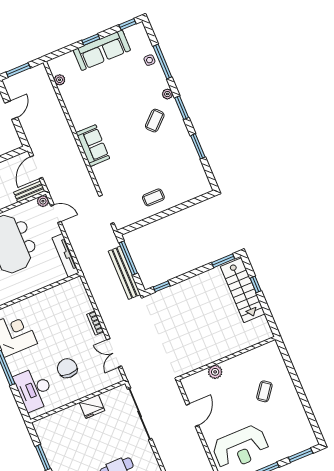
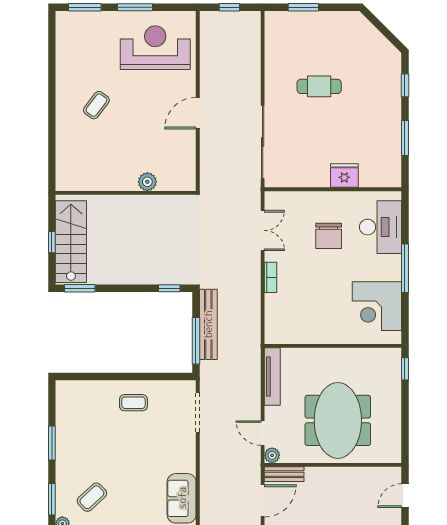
wall: (227, 358) -> (126, 193), moved
plant: (215, 372) -> (147, 182), moved
fridge: (92, 407) -> (344, 176), moved

